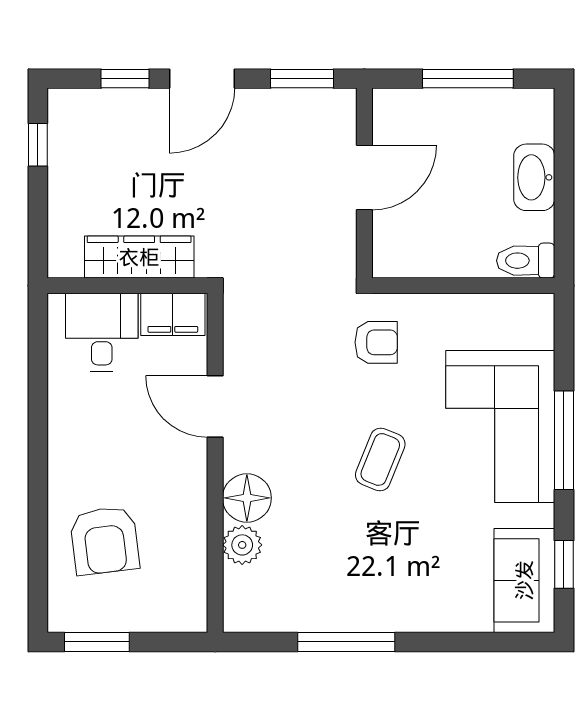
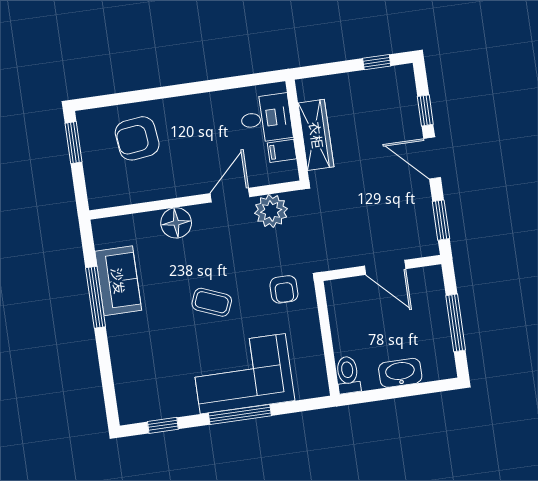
filing cabinet: (173, 314) -> (282, 151), width x0.50
plant: (242, 545) -> (271, 211), moved, width x1.36, depth x1.36
sofa: (524, 580) -> (118, 281), moved, turned 90

